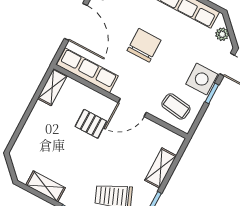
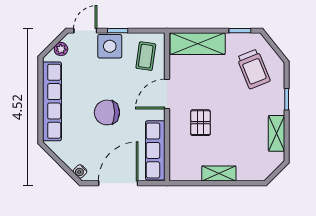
shelving: (52, 87) -> (219, 173), moved
door: (132, 107) -> (167, 94), swing flipped
shelving: (161, 168) -> (198, 44), width x1.50, depth x1.33

